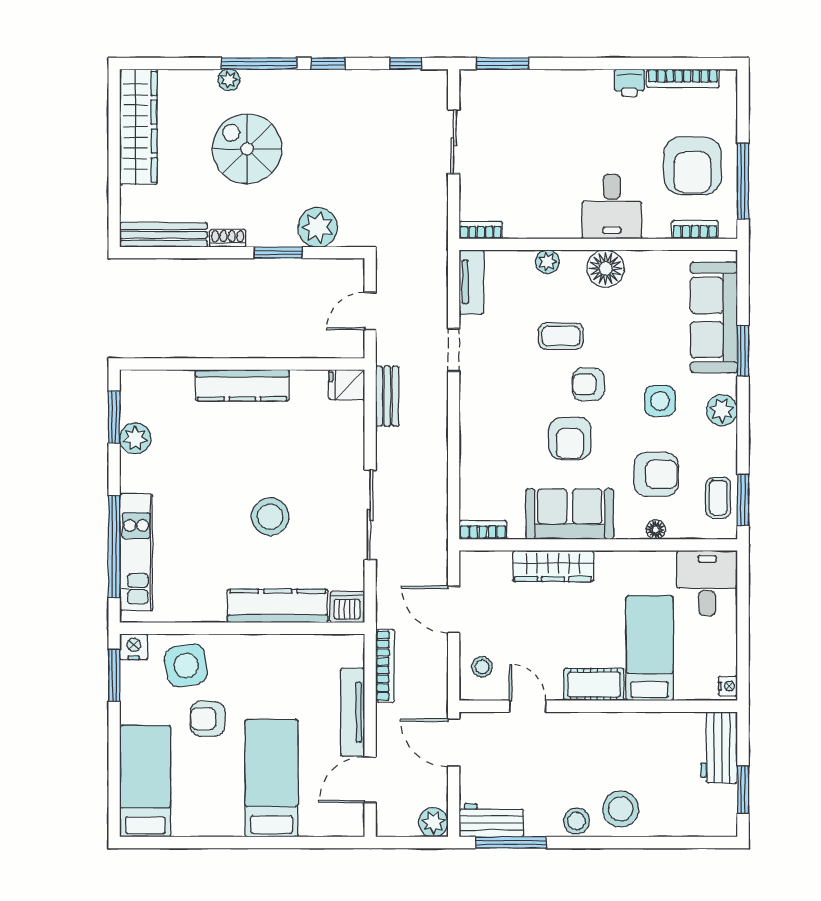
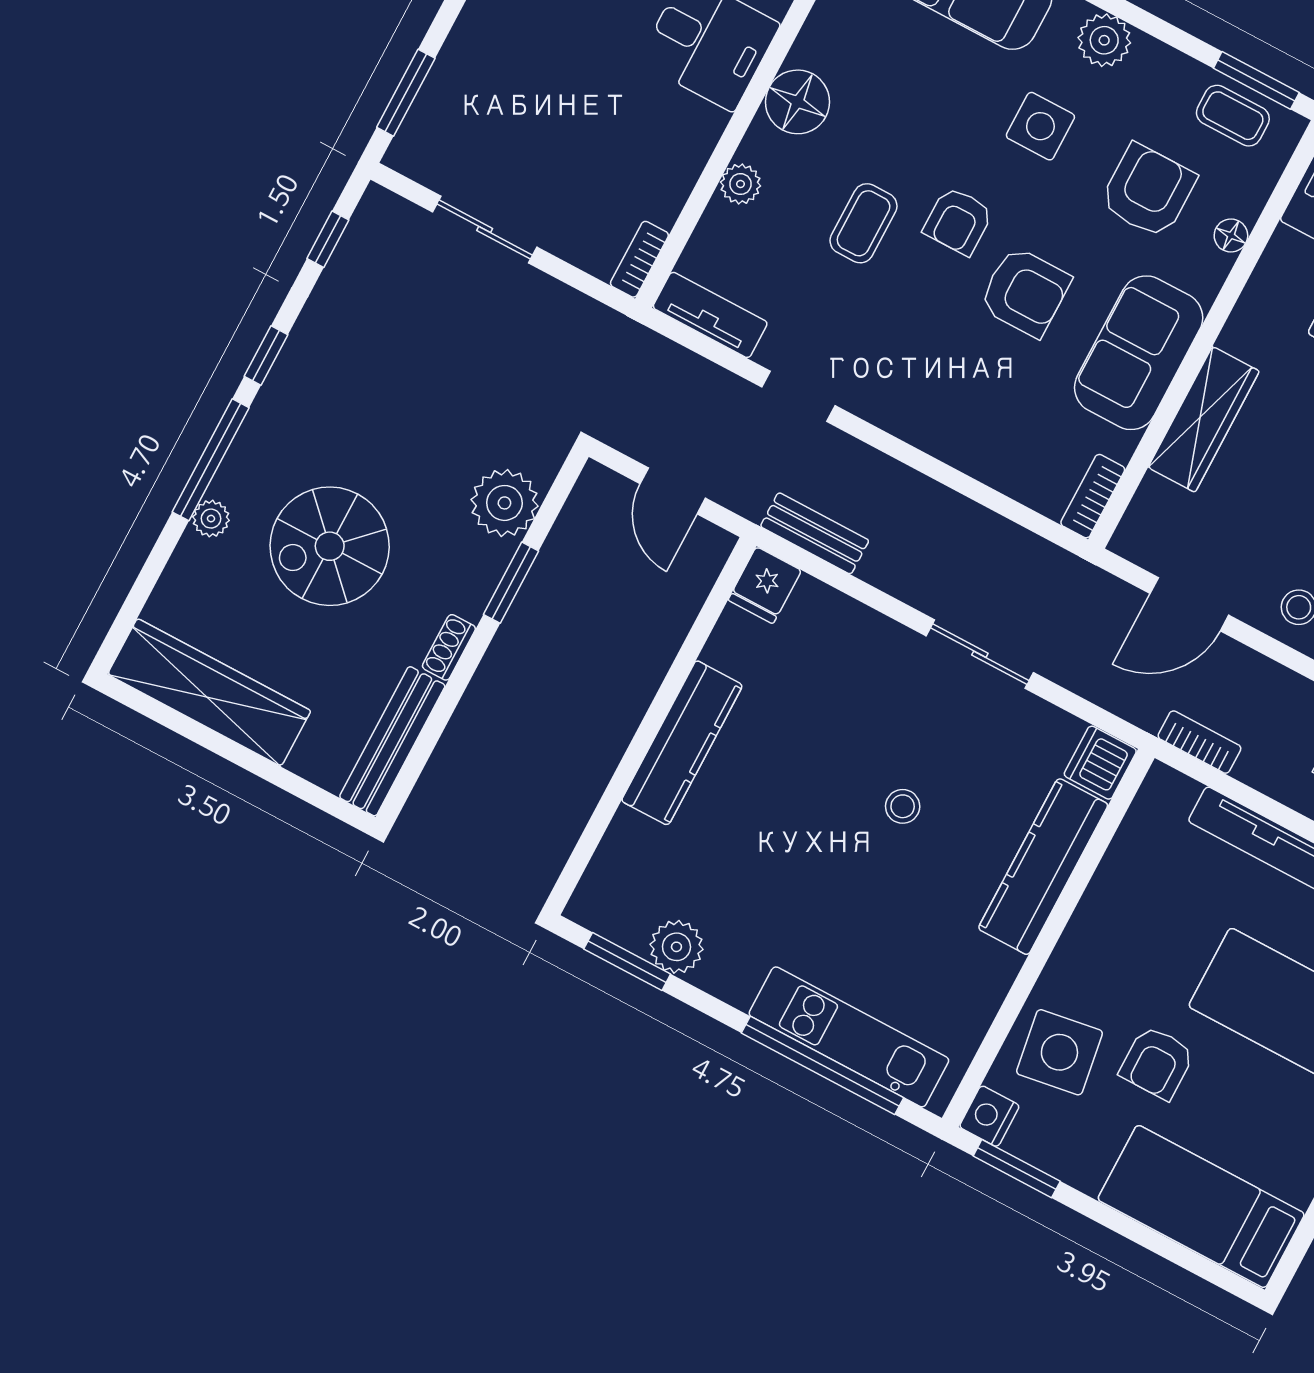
sliding door: (370, 515) -> (980, 654), width x0.73
stool: (270, 517) -> (903, 806), width x0.53, depth x0.53
bookcase: (385, 666) -> (1199, 742), width x0.64

